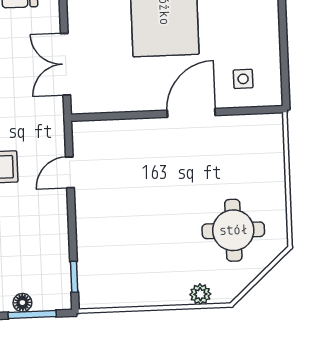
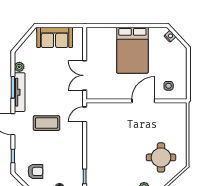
door: (70, 172) -> (85, 114), moved

